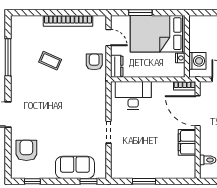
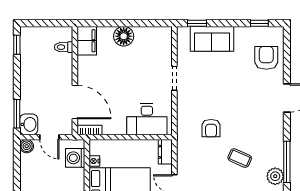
plant: (18, 44) -> (275, 176), added
armchair: (94, 62) -> (211, 128), moved
filing cabinet: (187, 142) -> (87, 41), moved
armchair: (26, 150) -> (266, 58), turned 180
floor lamp: (154, 170) -> (124, 36), added
window: (144, 181) -> (135, 23), removed

